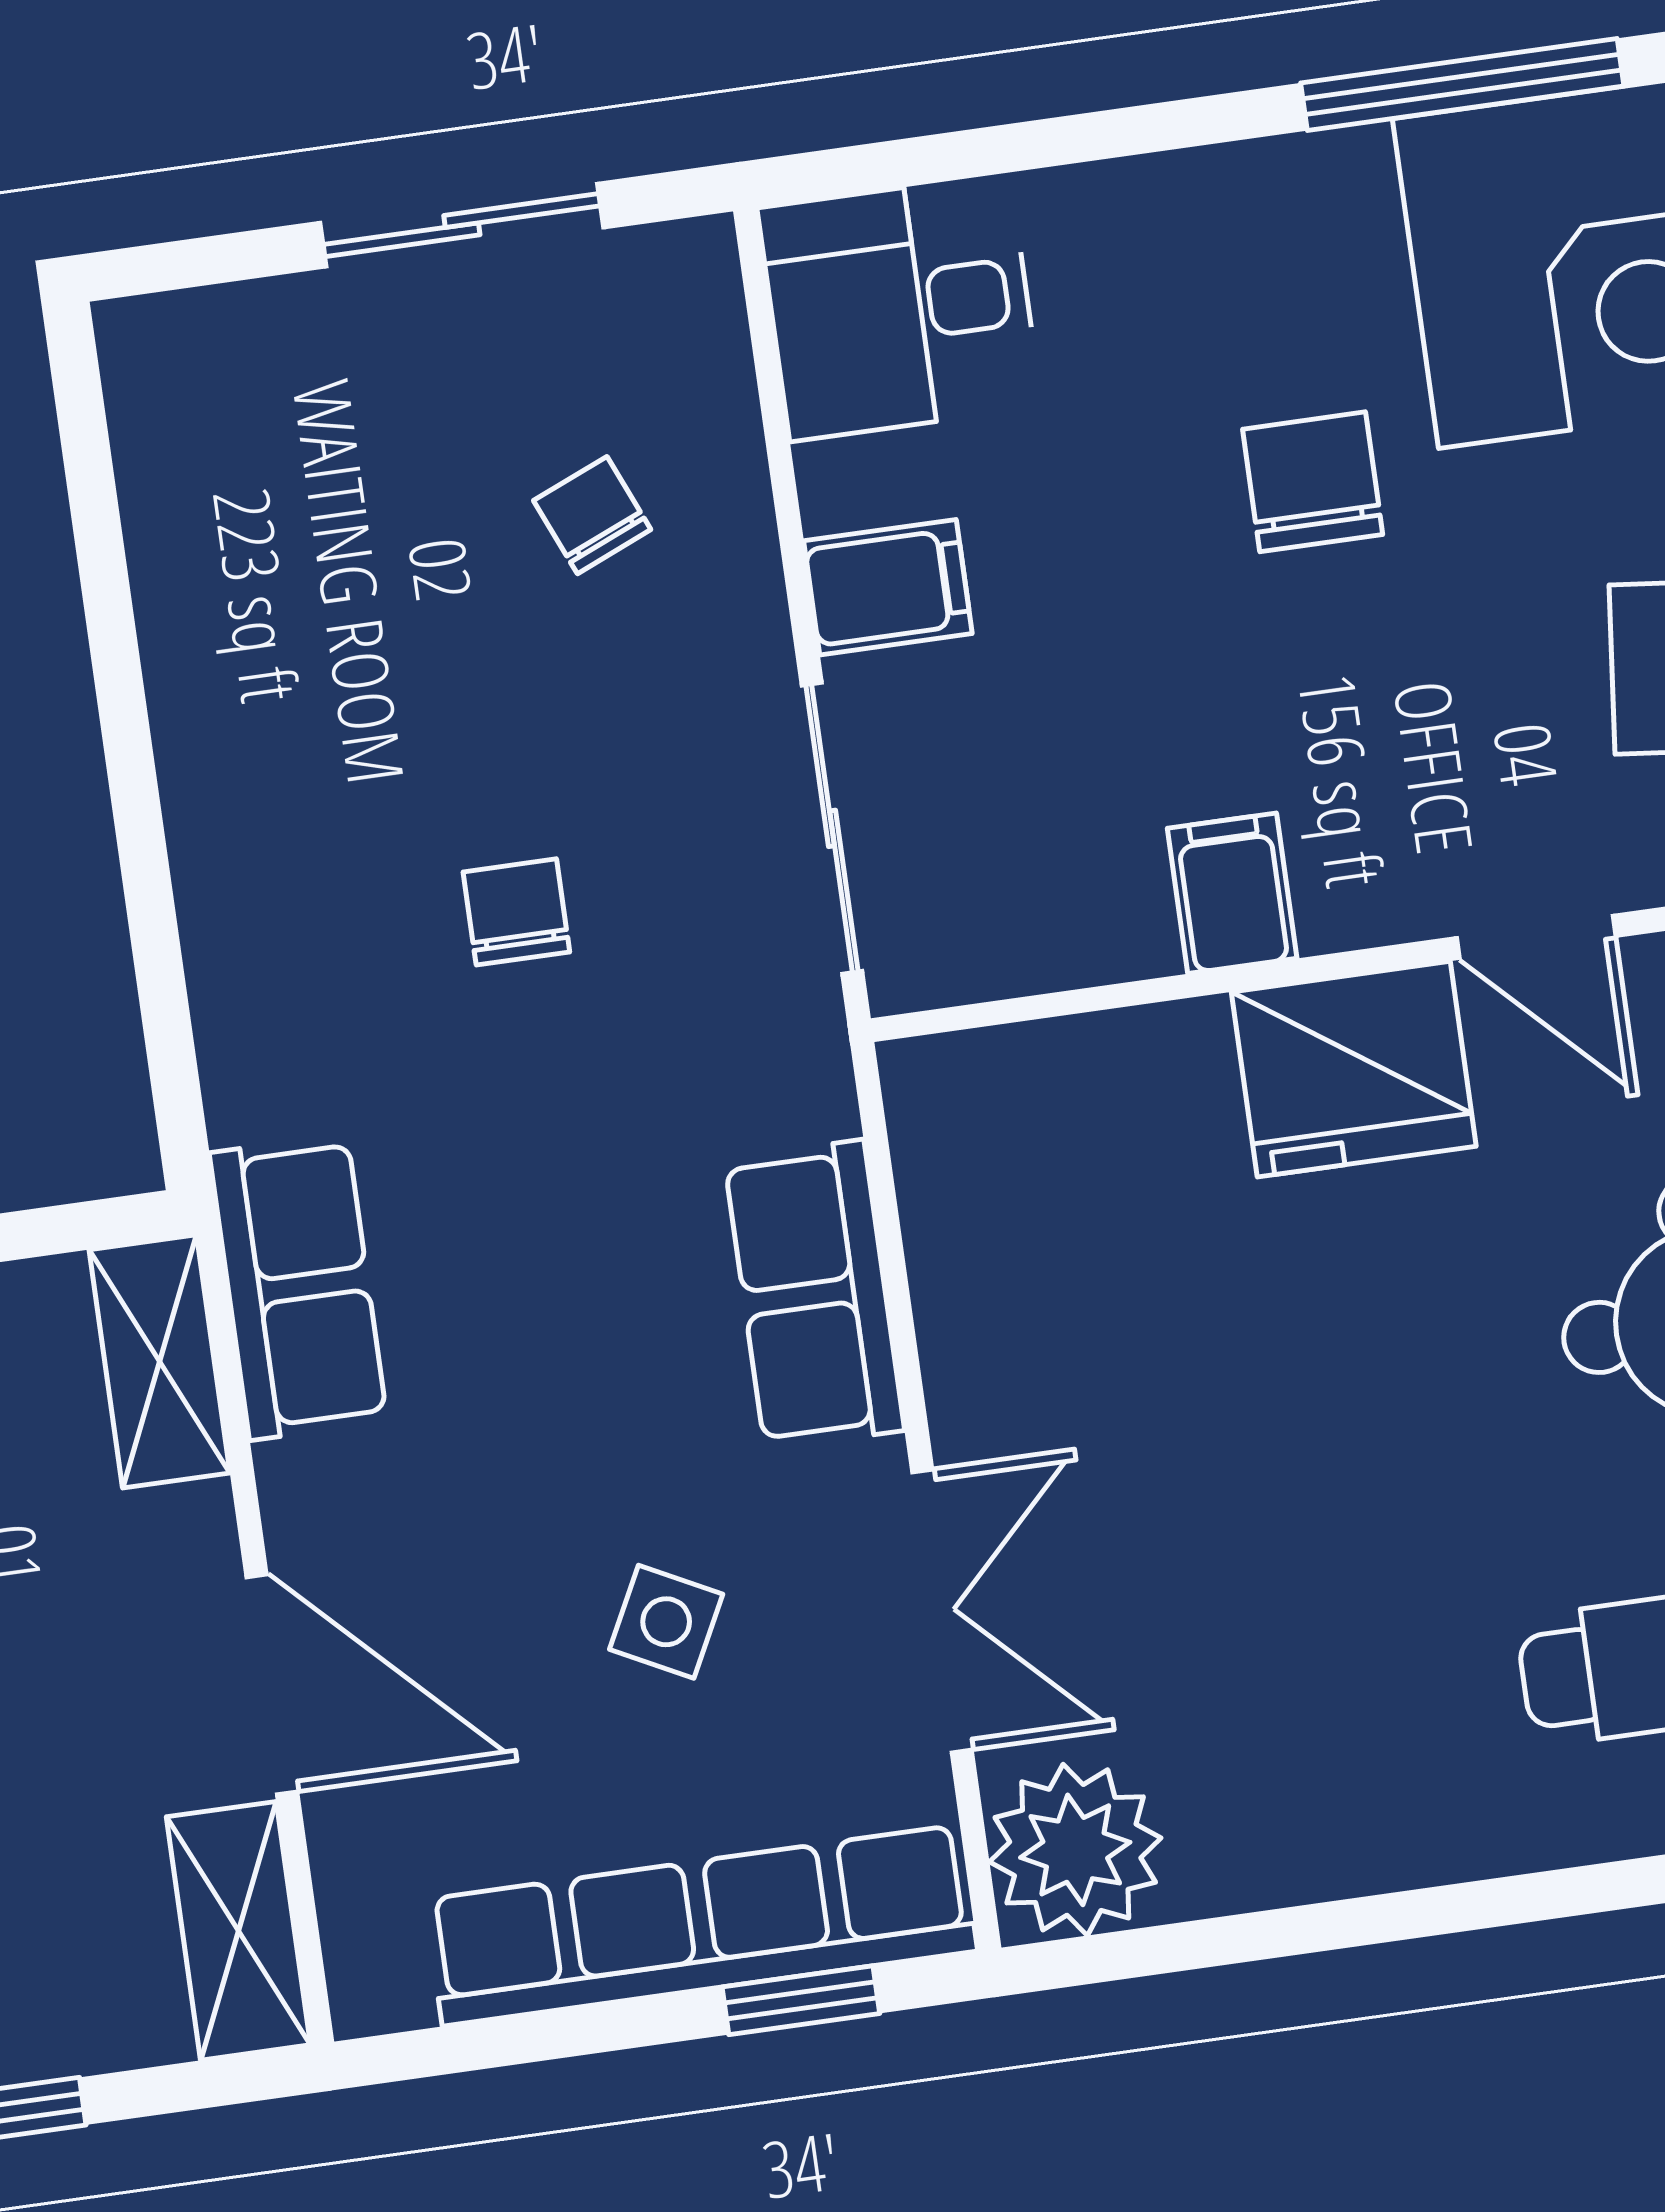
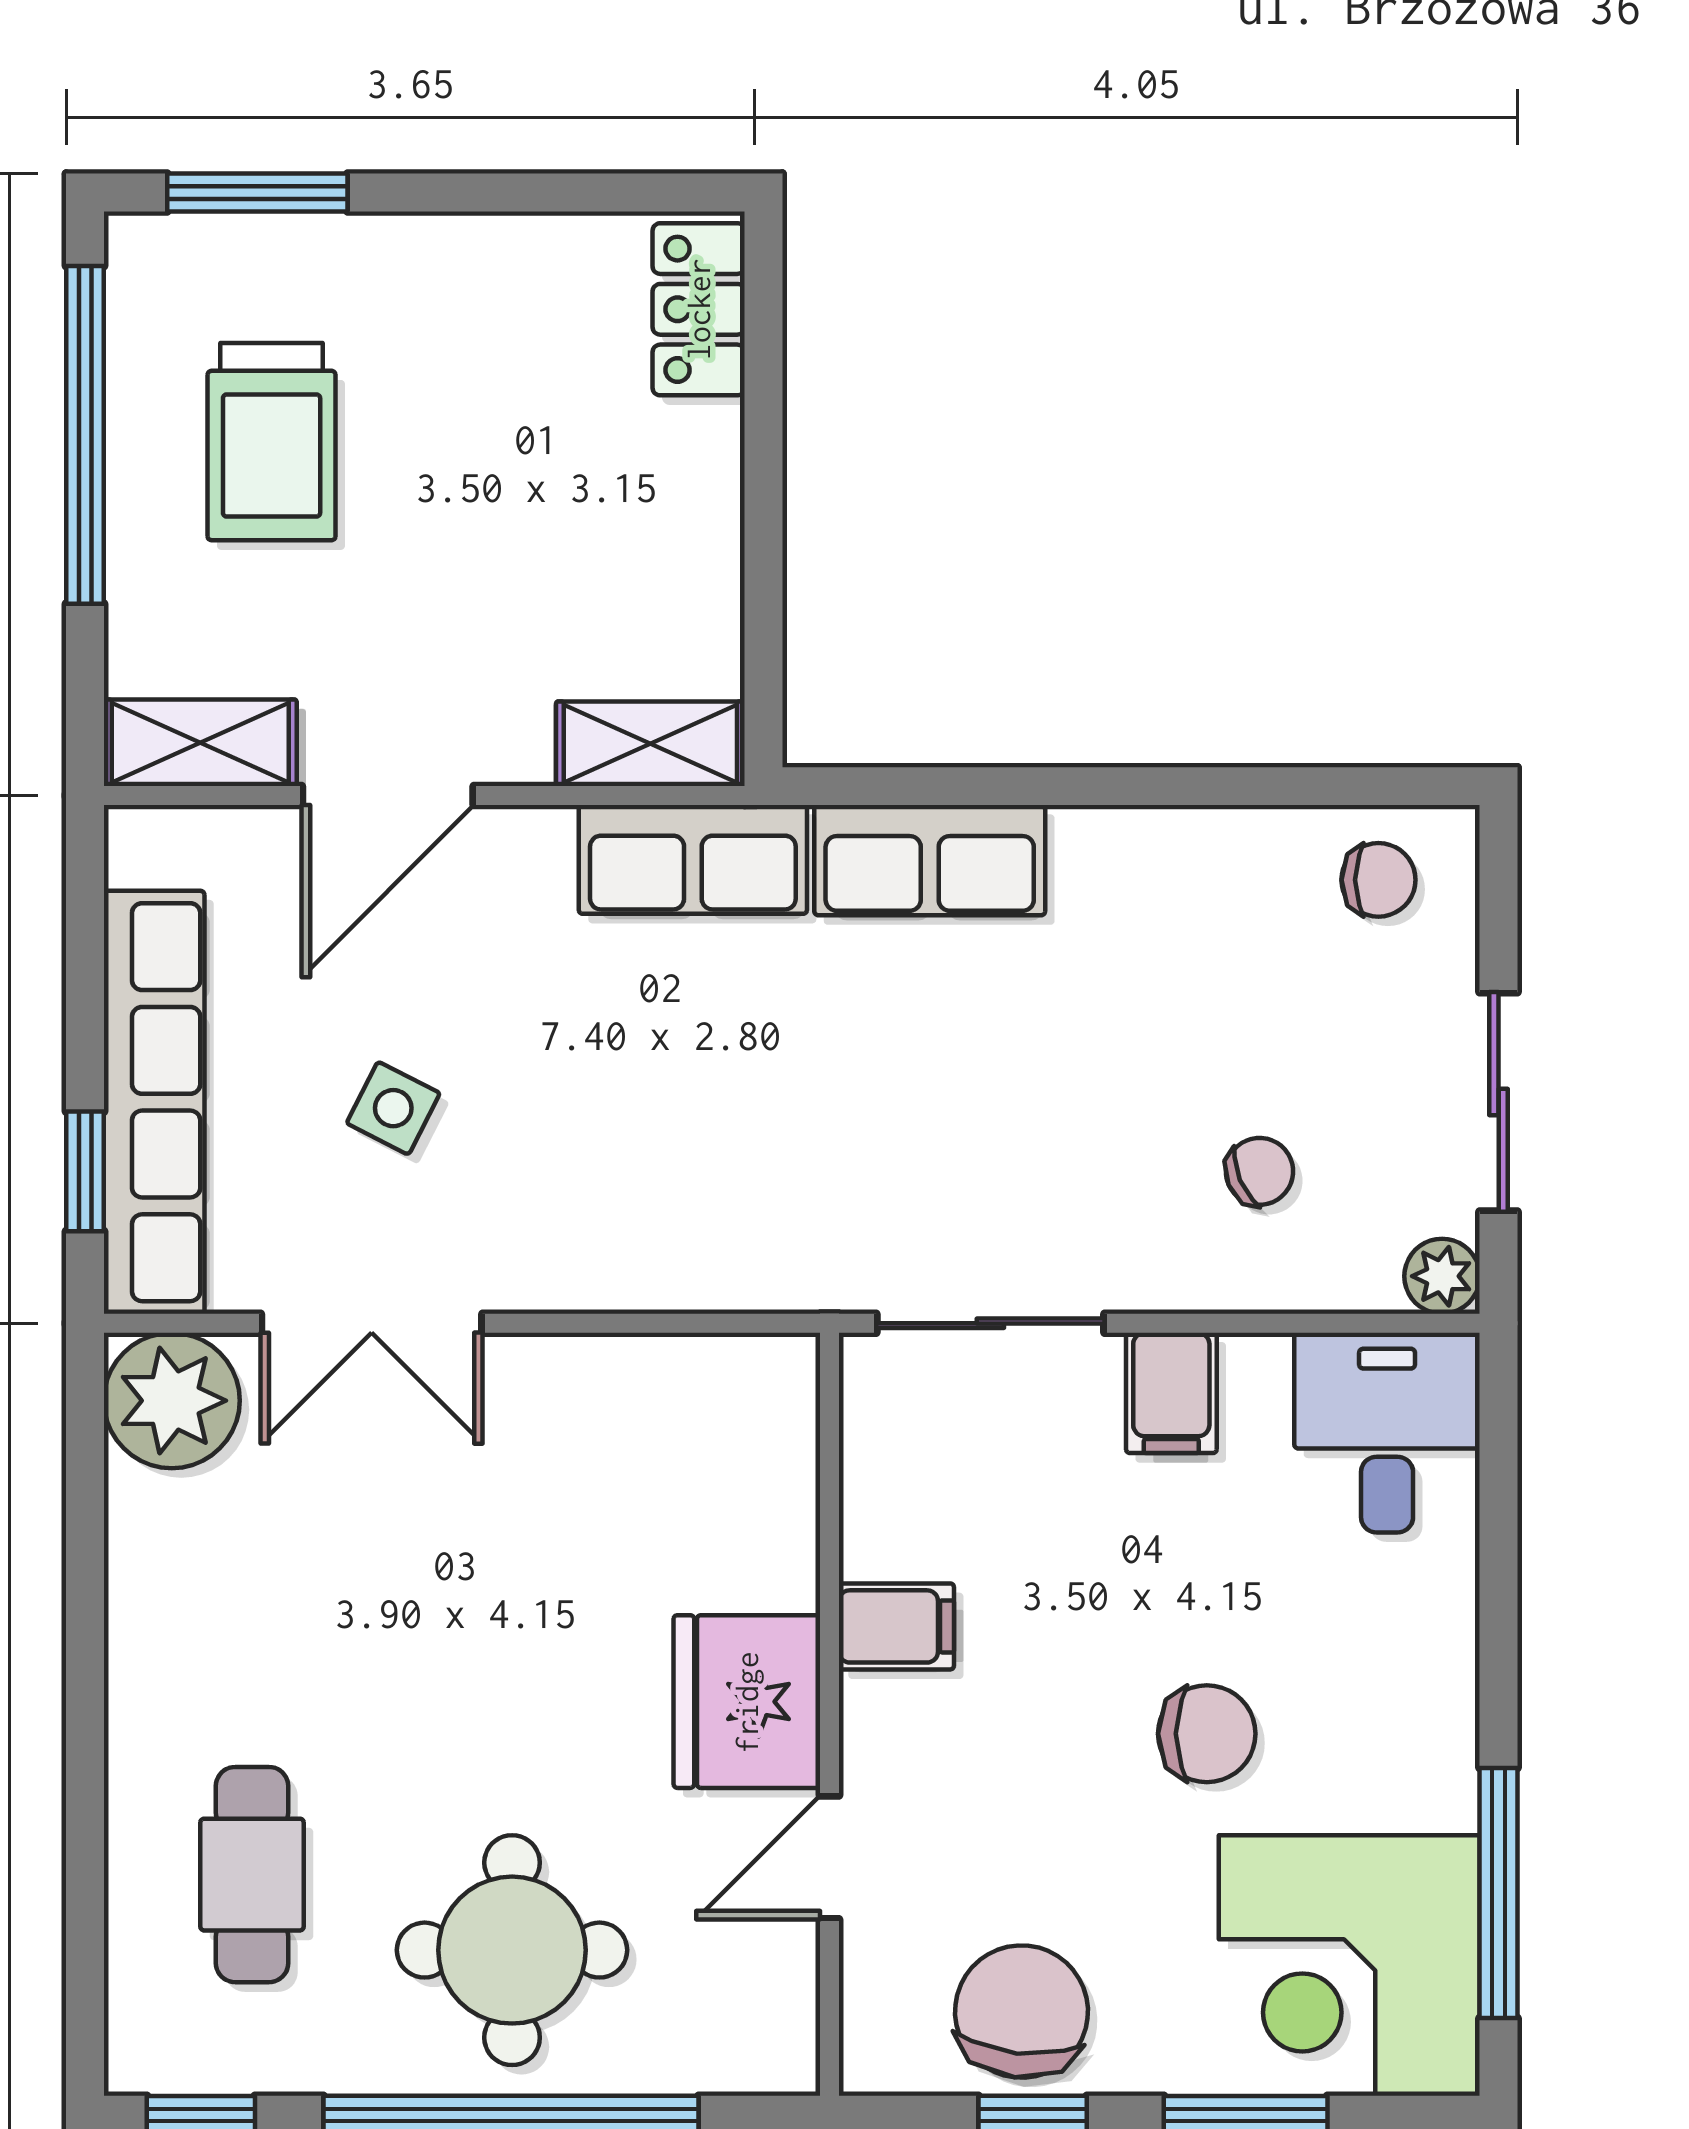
plant: (692, 265) -> (1442, 1276), added
chair: (516, 912) -> (1378, 880), moved
row of seats: (814, 1295) -> (930, 860), moved, turned 180

